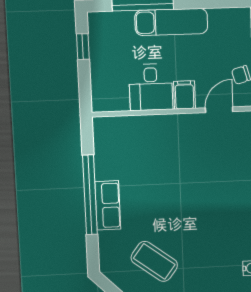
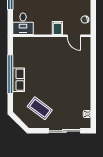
desk: (151, 87) -> (23, 24), moved
door: (219, 110) -> (74, 36), swing flipped

